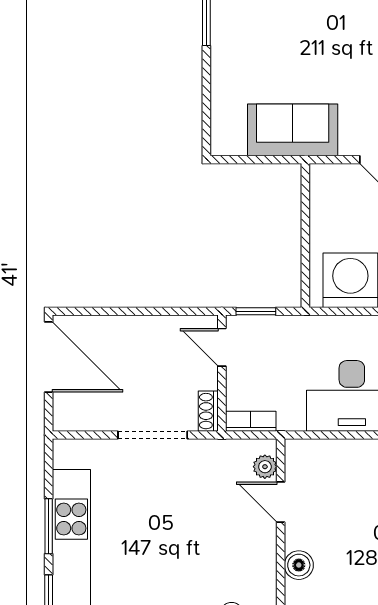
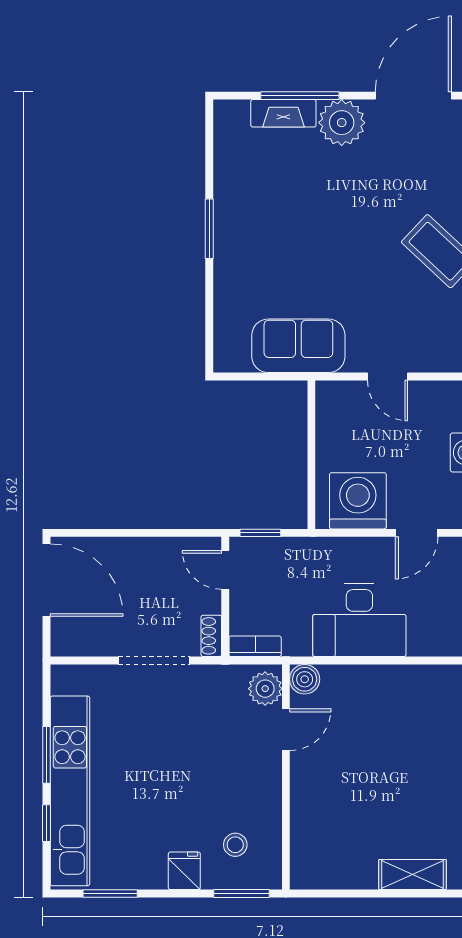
plant: (265, 467) -> (265, 689), width x1.38, depth x1.38
door: (281, 502) -> (286, 730), swing flipped
boiler: (299, 565) -> (305, 679), moved

